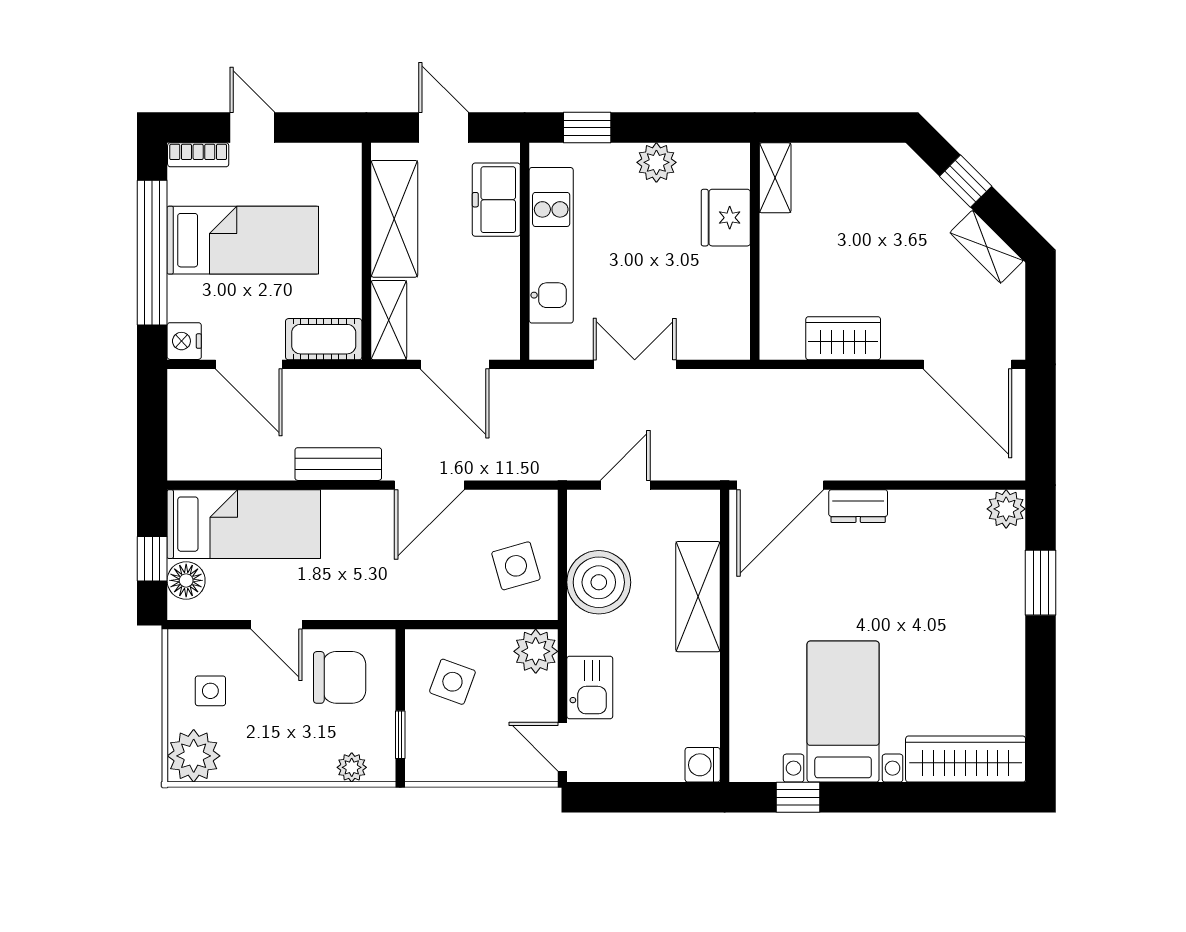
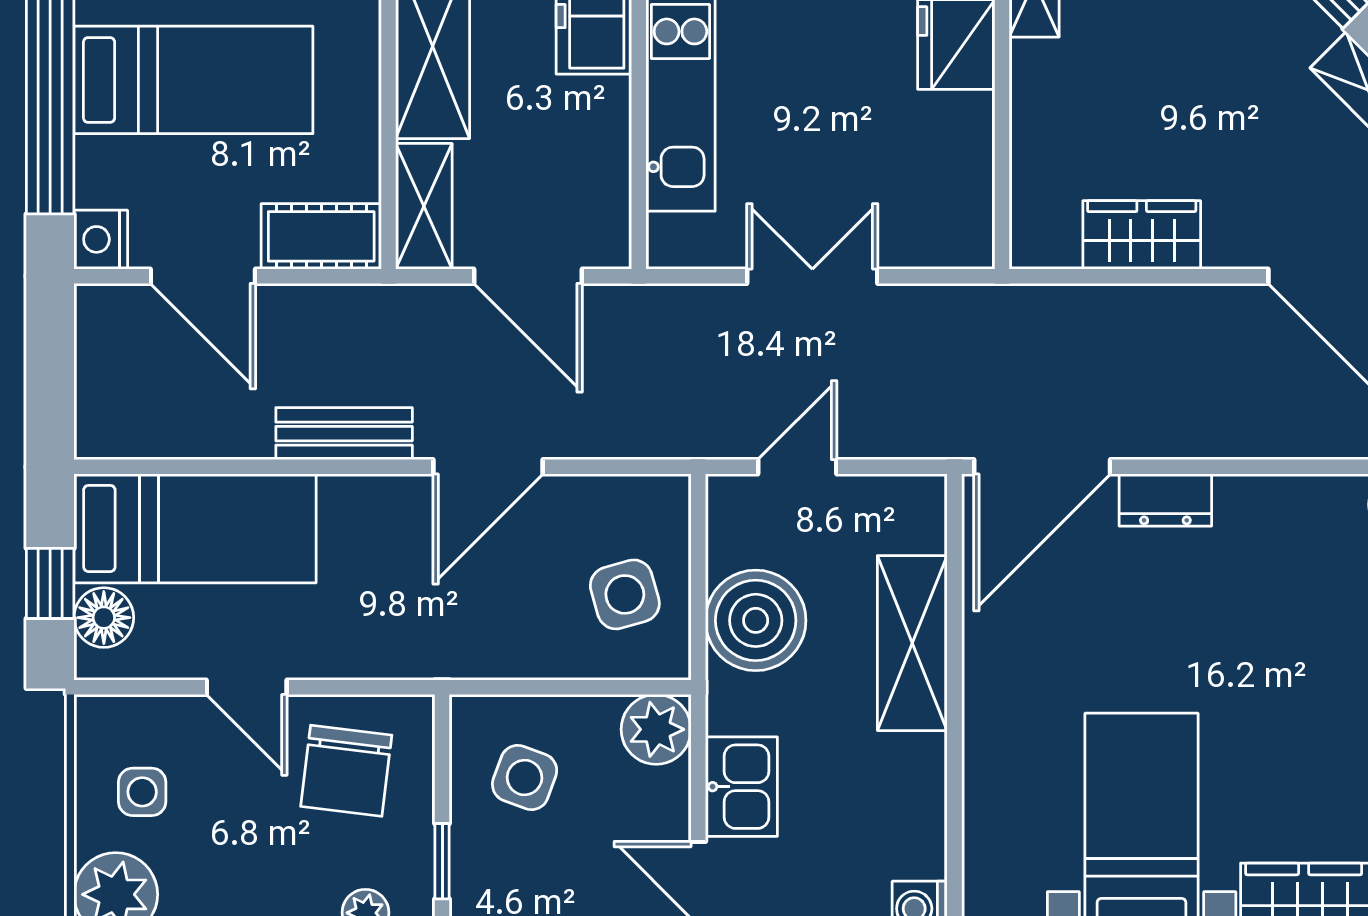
chair: (340, 677) -> (346, 771), turned 97

